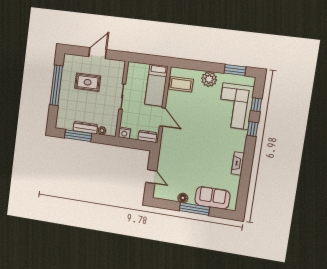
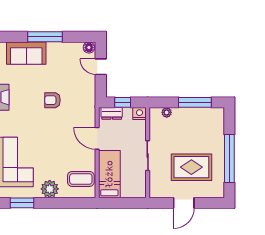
rug: (88, 82) -> (191, 167), width x1.36, depth x1.43
dresser: (85, 128) -> (187, 113), removed
window: (137, 144) -> (123, 102), added
armchair: (196, 155) -> (53, 100), added
floor lamp: (183, 198) -> (89, 47), moved

